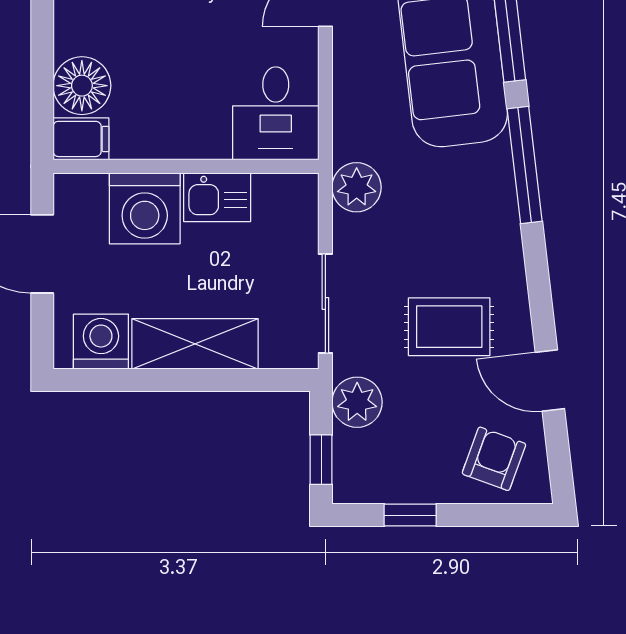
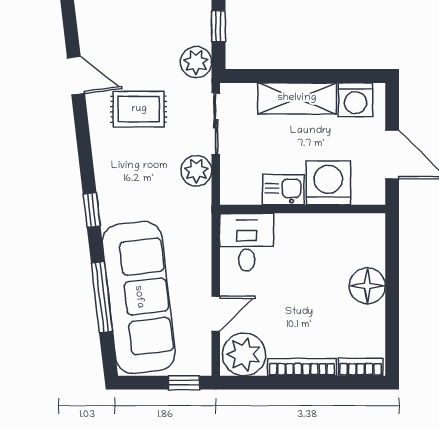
floor lamp: (82, 86) -> (367, 286), moved
filing cabinet: (81, 139) -> (368, 226), removed
window: (525, 165) -> (92, 210), width x0.46
plant: (357, 187) -> (196, 171), moved
armchair: (494, 459) -> (111, 27), removed

